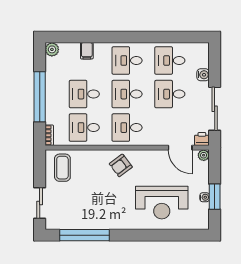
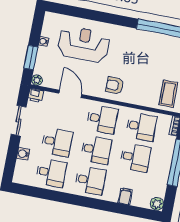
sliding door: (215, 109) -> (19, 121), width x0.73
door: (180, 148) -> (70, 94), moved
armchair: (121, 165) -> (115, 85), turned -143
window: (215, 197) -> (31, 58), moved

